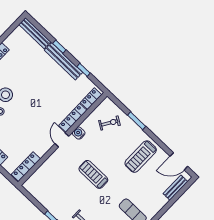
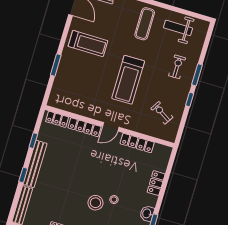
exercise bike: (109, 123) -> (162, 113), moved
water cooler: (79, 133) -> (96, 114), removed
locker: (26, 167) -> (137, 143), moved
treadmill: (93, 174) -> (128, 80), width x1.37, depth x1.38

